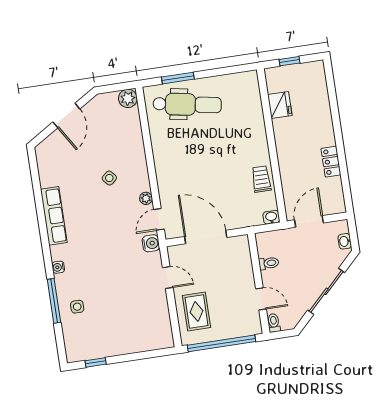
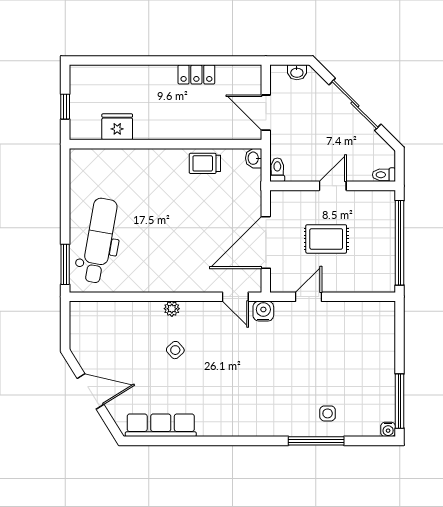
window: (178, 78) -> (65, 264), moved
plant: (128, 98) -> (81, 312), removed
plant: (146, 198) -> (172, 309), moved
row of seats: (54, 216) -> (161, 425), moved
toilet: (269, 263) -> (277, 170), moved
water cooler: (58, 267) -> (388, 429), moved
door: (261, 299) -> (333, 186), moved
rug: (197, 311) -> (326, 239), moved
window: (96, 362) -> (400, 401), width x2.17

